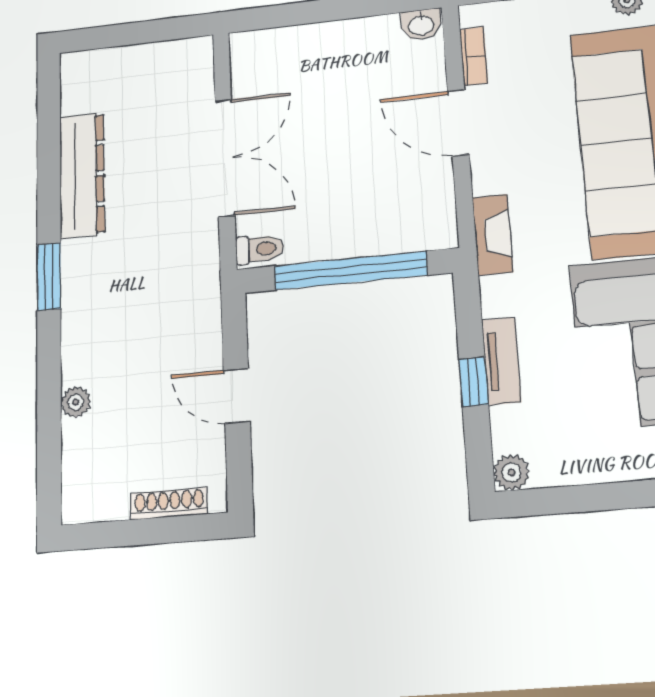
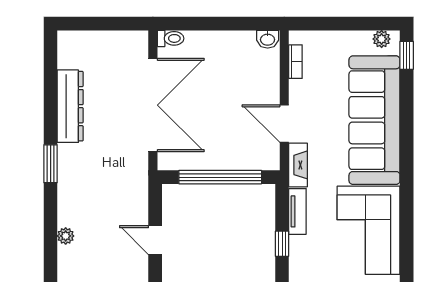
door: (458, 123) -> (284, 124), moved
double door: (225, 158) -> (153, 105), width x1.36
toilet: (260, 249) -> (171, 38), moved
tv unit: (501, 361) -> (297, 211), moved

